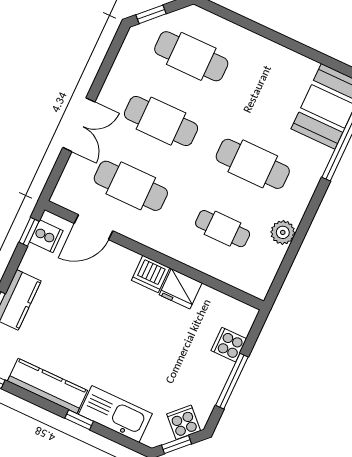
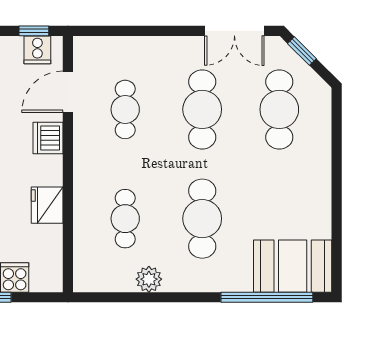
double door: (79, 125) -> (234, 31), moved
cafe table: (131, 186) -> (125, 109), width x0.73, depth x0.74
door: (94, 227) -> (68, 92), hinge flipped
dishwasher: (151, 274) -> (48, 138), moved

